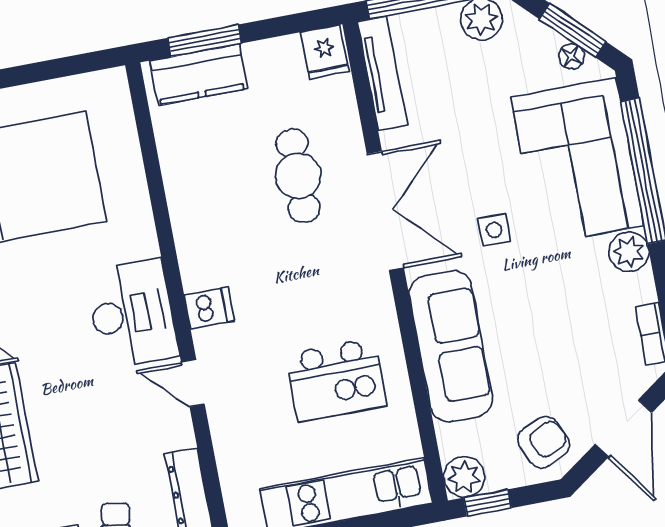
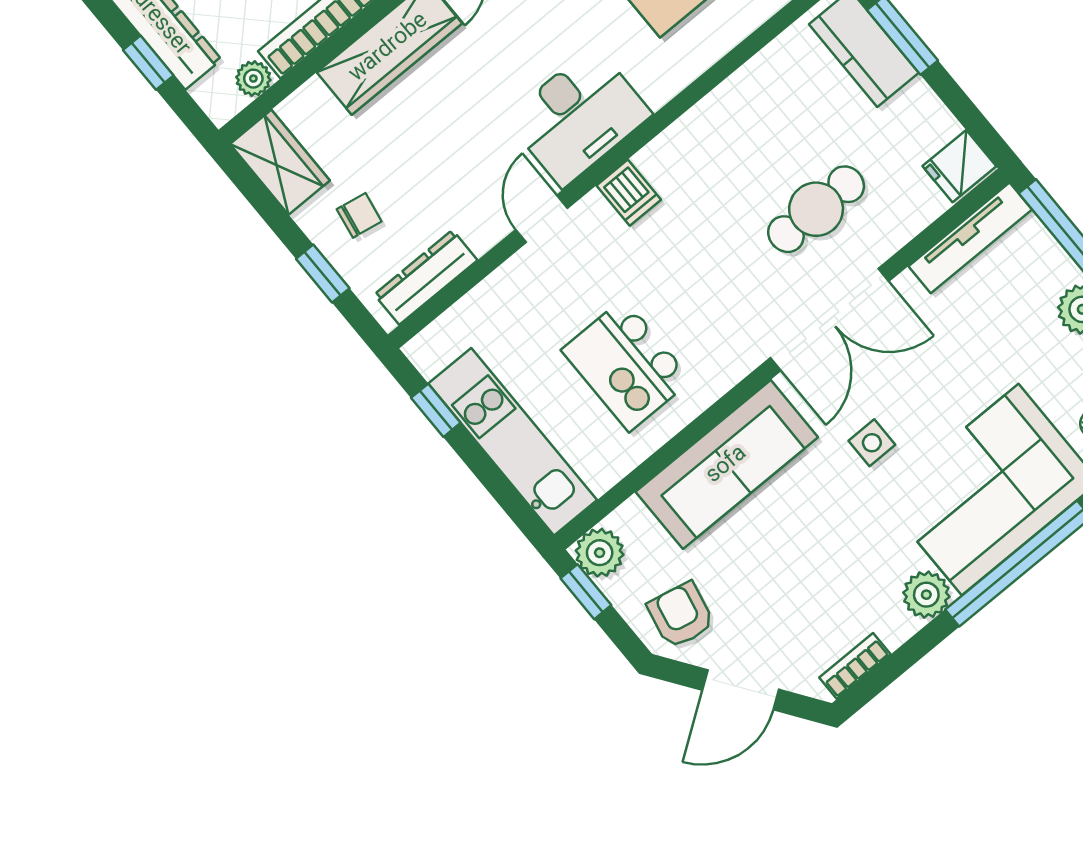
armchair: (544, 442) -> (681, 615), turned -144

